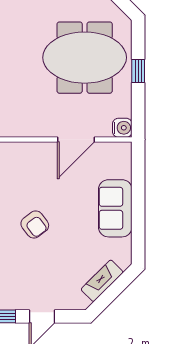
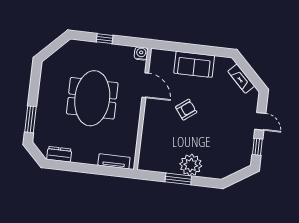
meeting table: (85, 58) -> (92, 98), moved
armchair: (35, 224) -> (186, 110), moved

